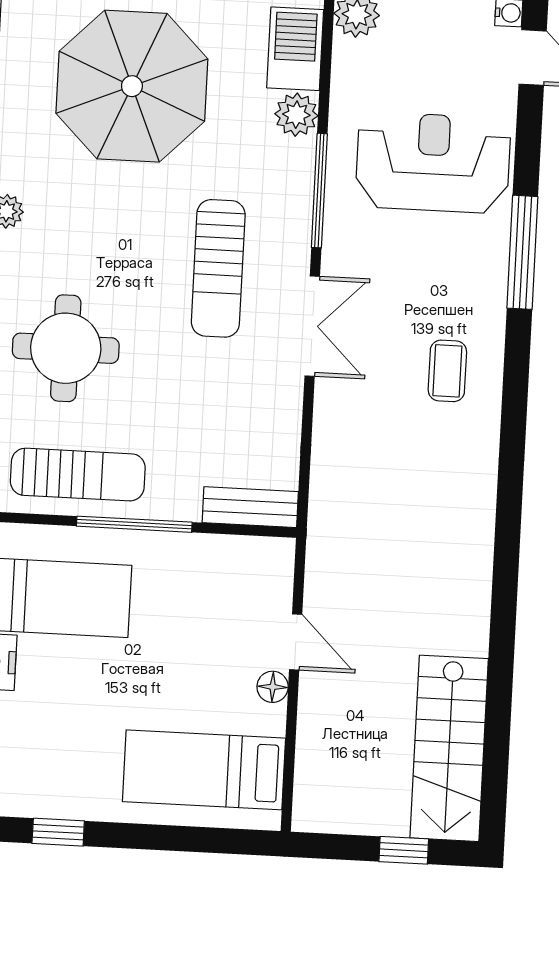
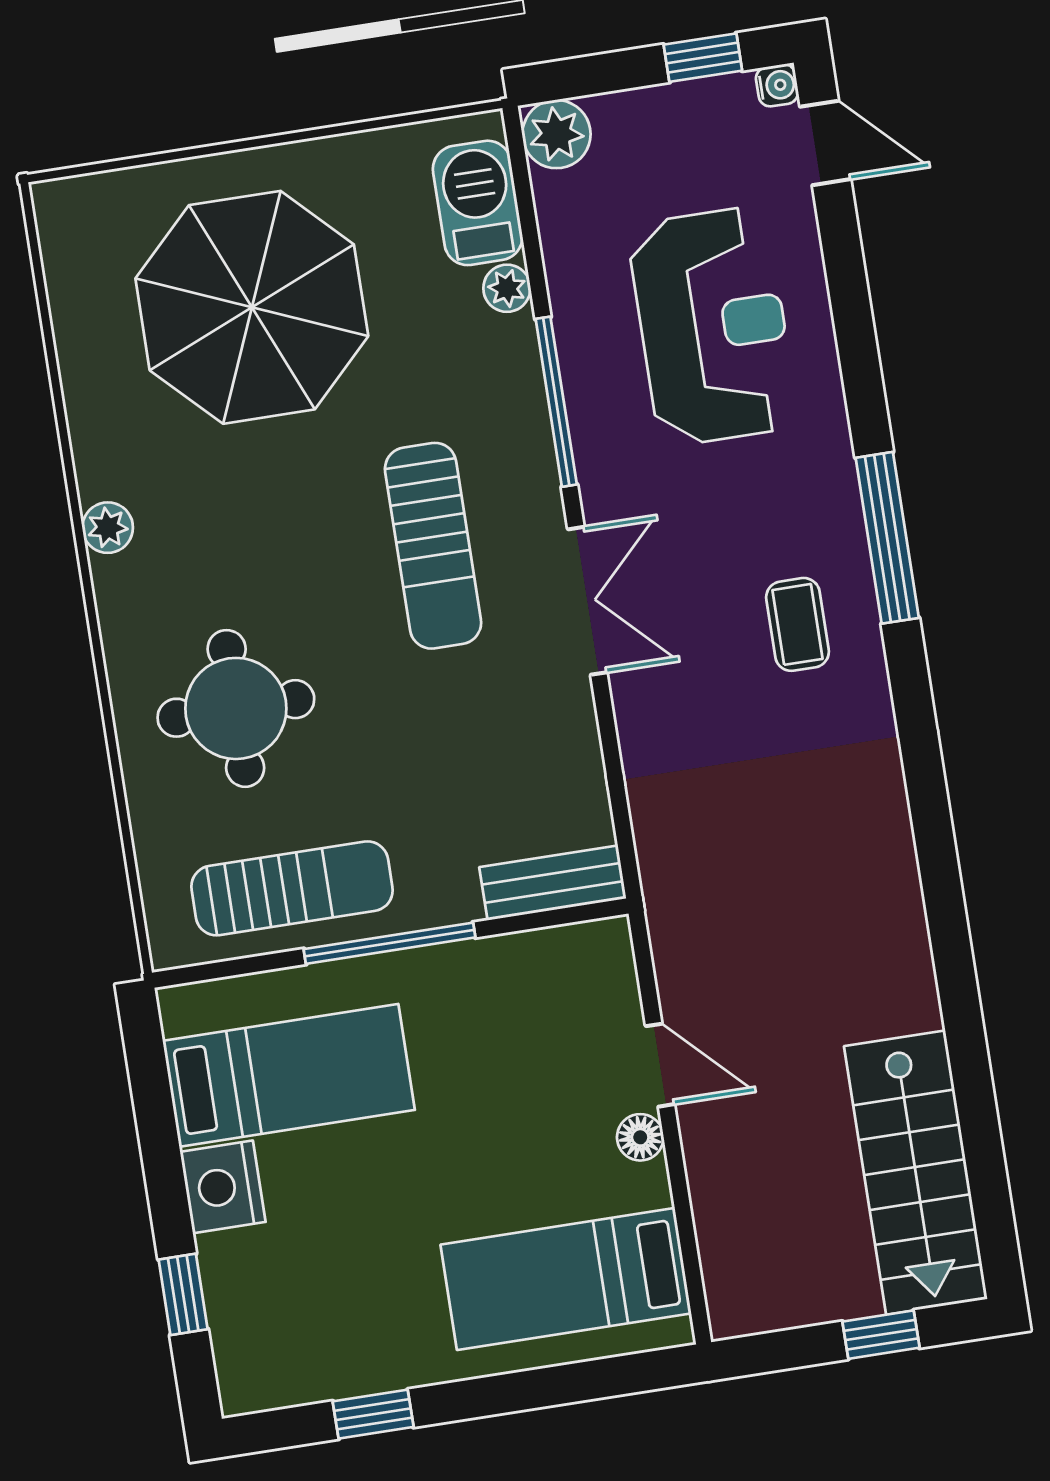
plant: (296, 115) -> (507, 288), width x0.73, depth x0.73
reception desk: (433, 163) -> (713, 326), turned 90
window: (522, 252) -> (887, 538), moved

